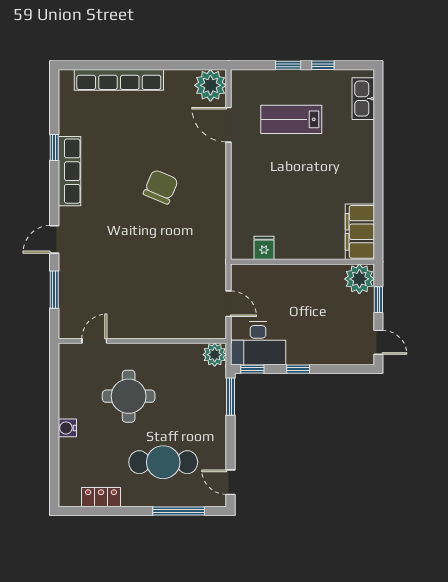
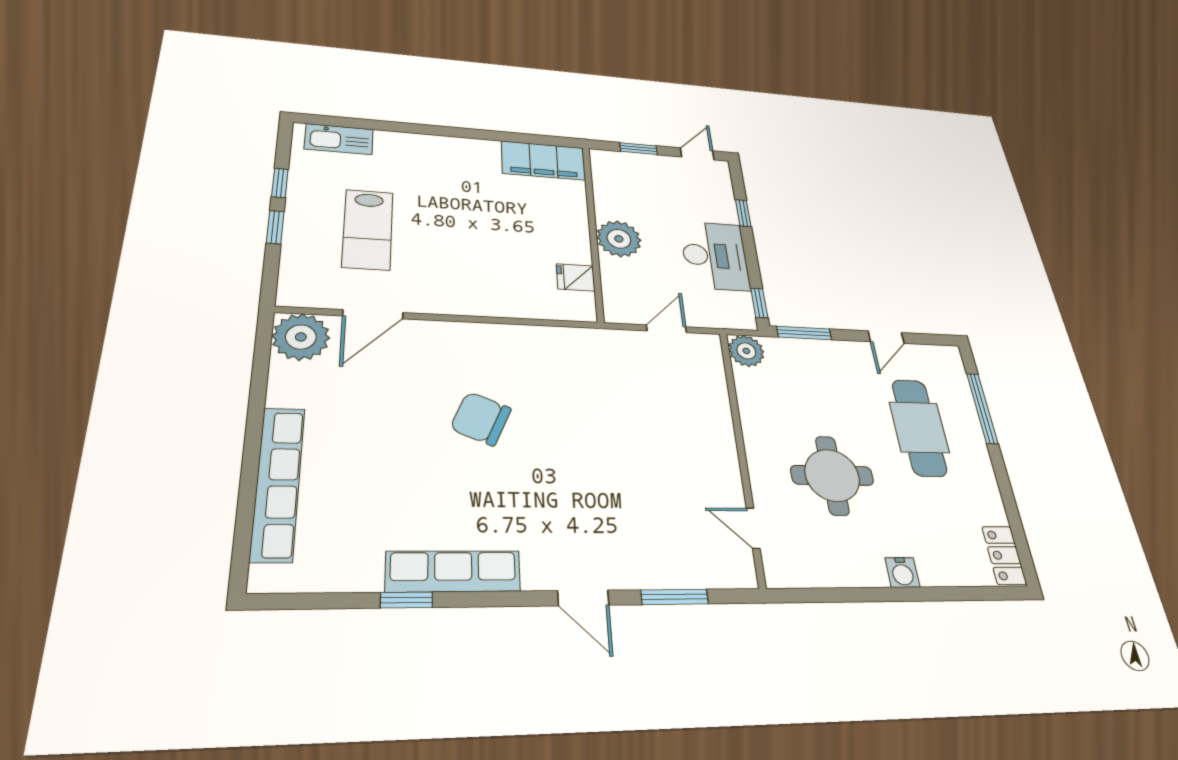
plant: (359, 279) -> (619, 239), moved
desk: (258, 343) -> (715, 256), moved
window: (298, 369) -> (743, 213), moved
door: (231, 482) -> (886, 337), moved
locker: (101, 497) -> (1004, 555), moved

